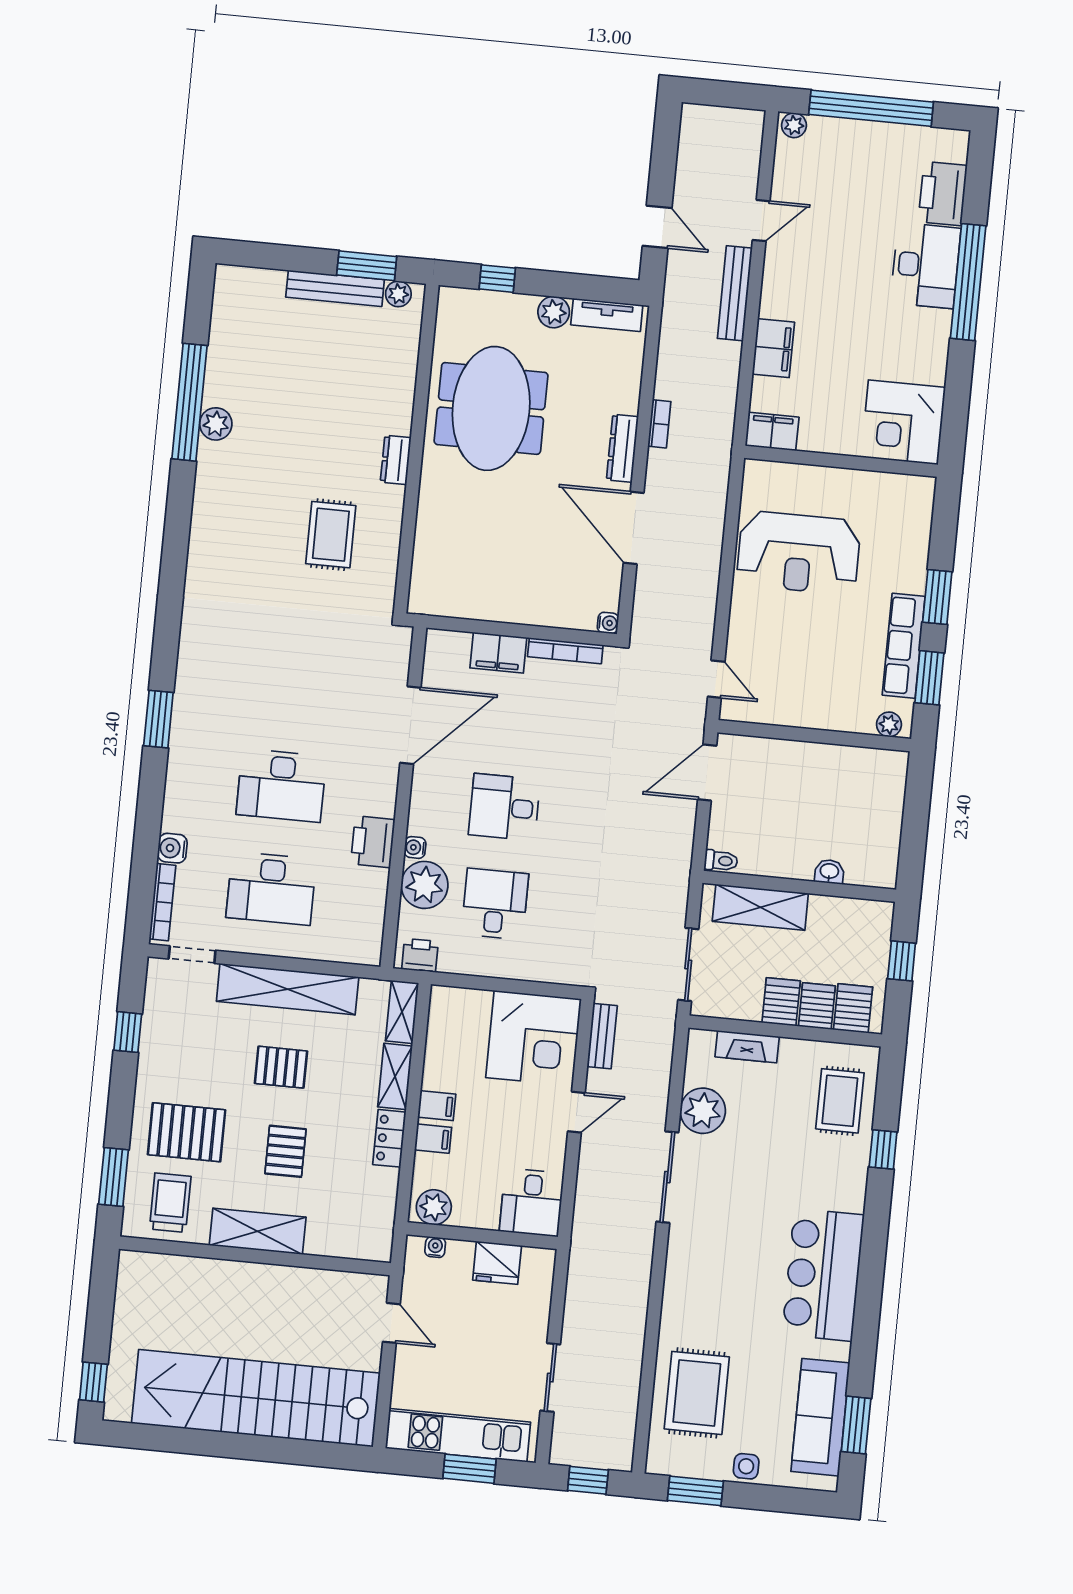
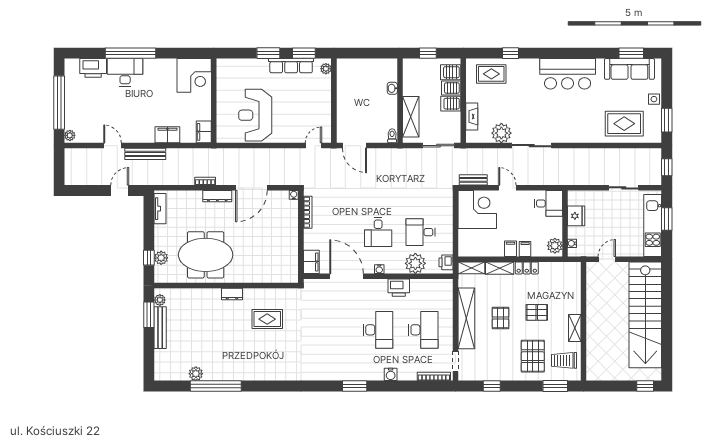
plant: (554, 312) -> (161, 258), moved
plant: (216, 424) -> (196, 374), moved
reception desk: (799, 553) -> (255, 115), turned 180
filing cabinet: (498, 653) -> (311, 262), moved
water cooler: (415, 847) -> (379, 269), moved
water cooler: (172, 848) -> (391, 374), moved
shelving: (258, 1231) -> (575, 328), width x0.67, depth x0.75

